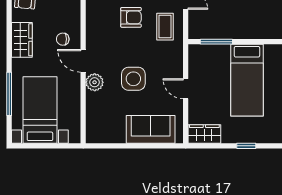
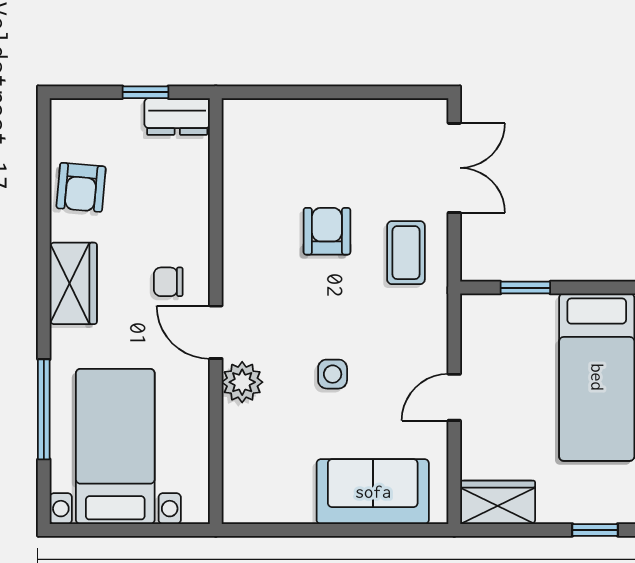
armchair: (131, 17) -> (327, 231), turned -90
window: (216, 42) -> (525, 288), width x0.67
side table: (133, 79) -> (333, 374), width x0.54, depth x0.54
door: (186, 89) -> (454, 397), hinge flipped

